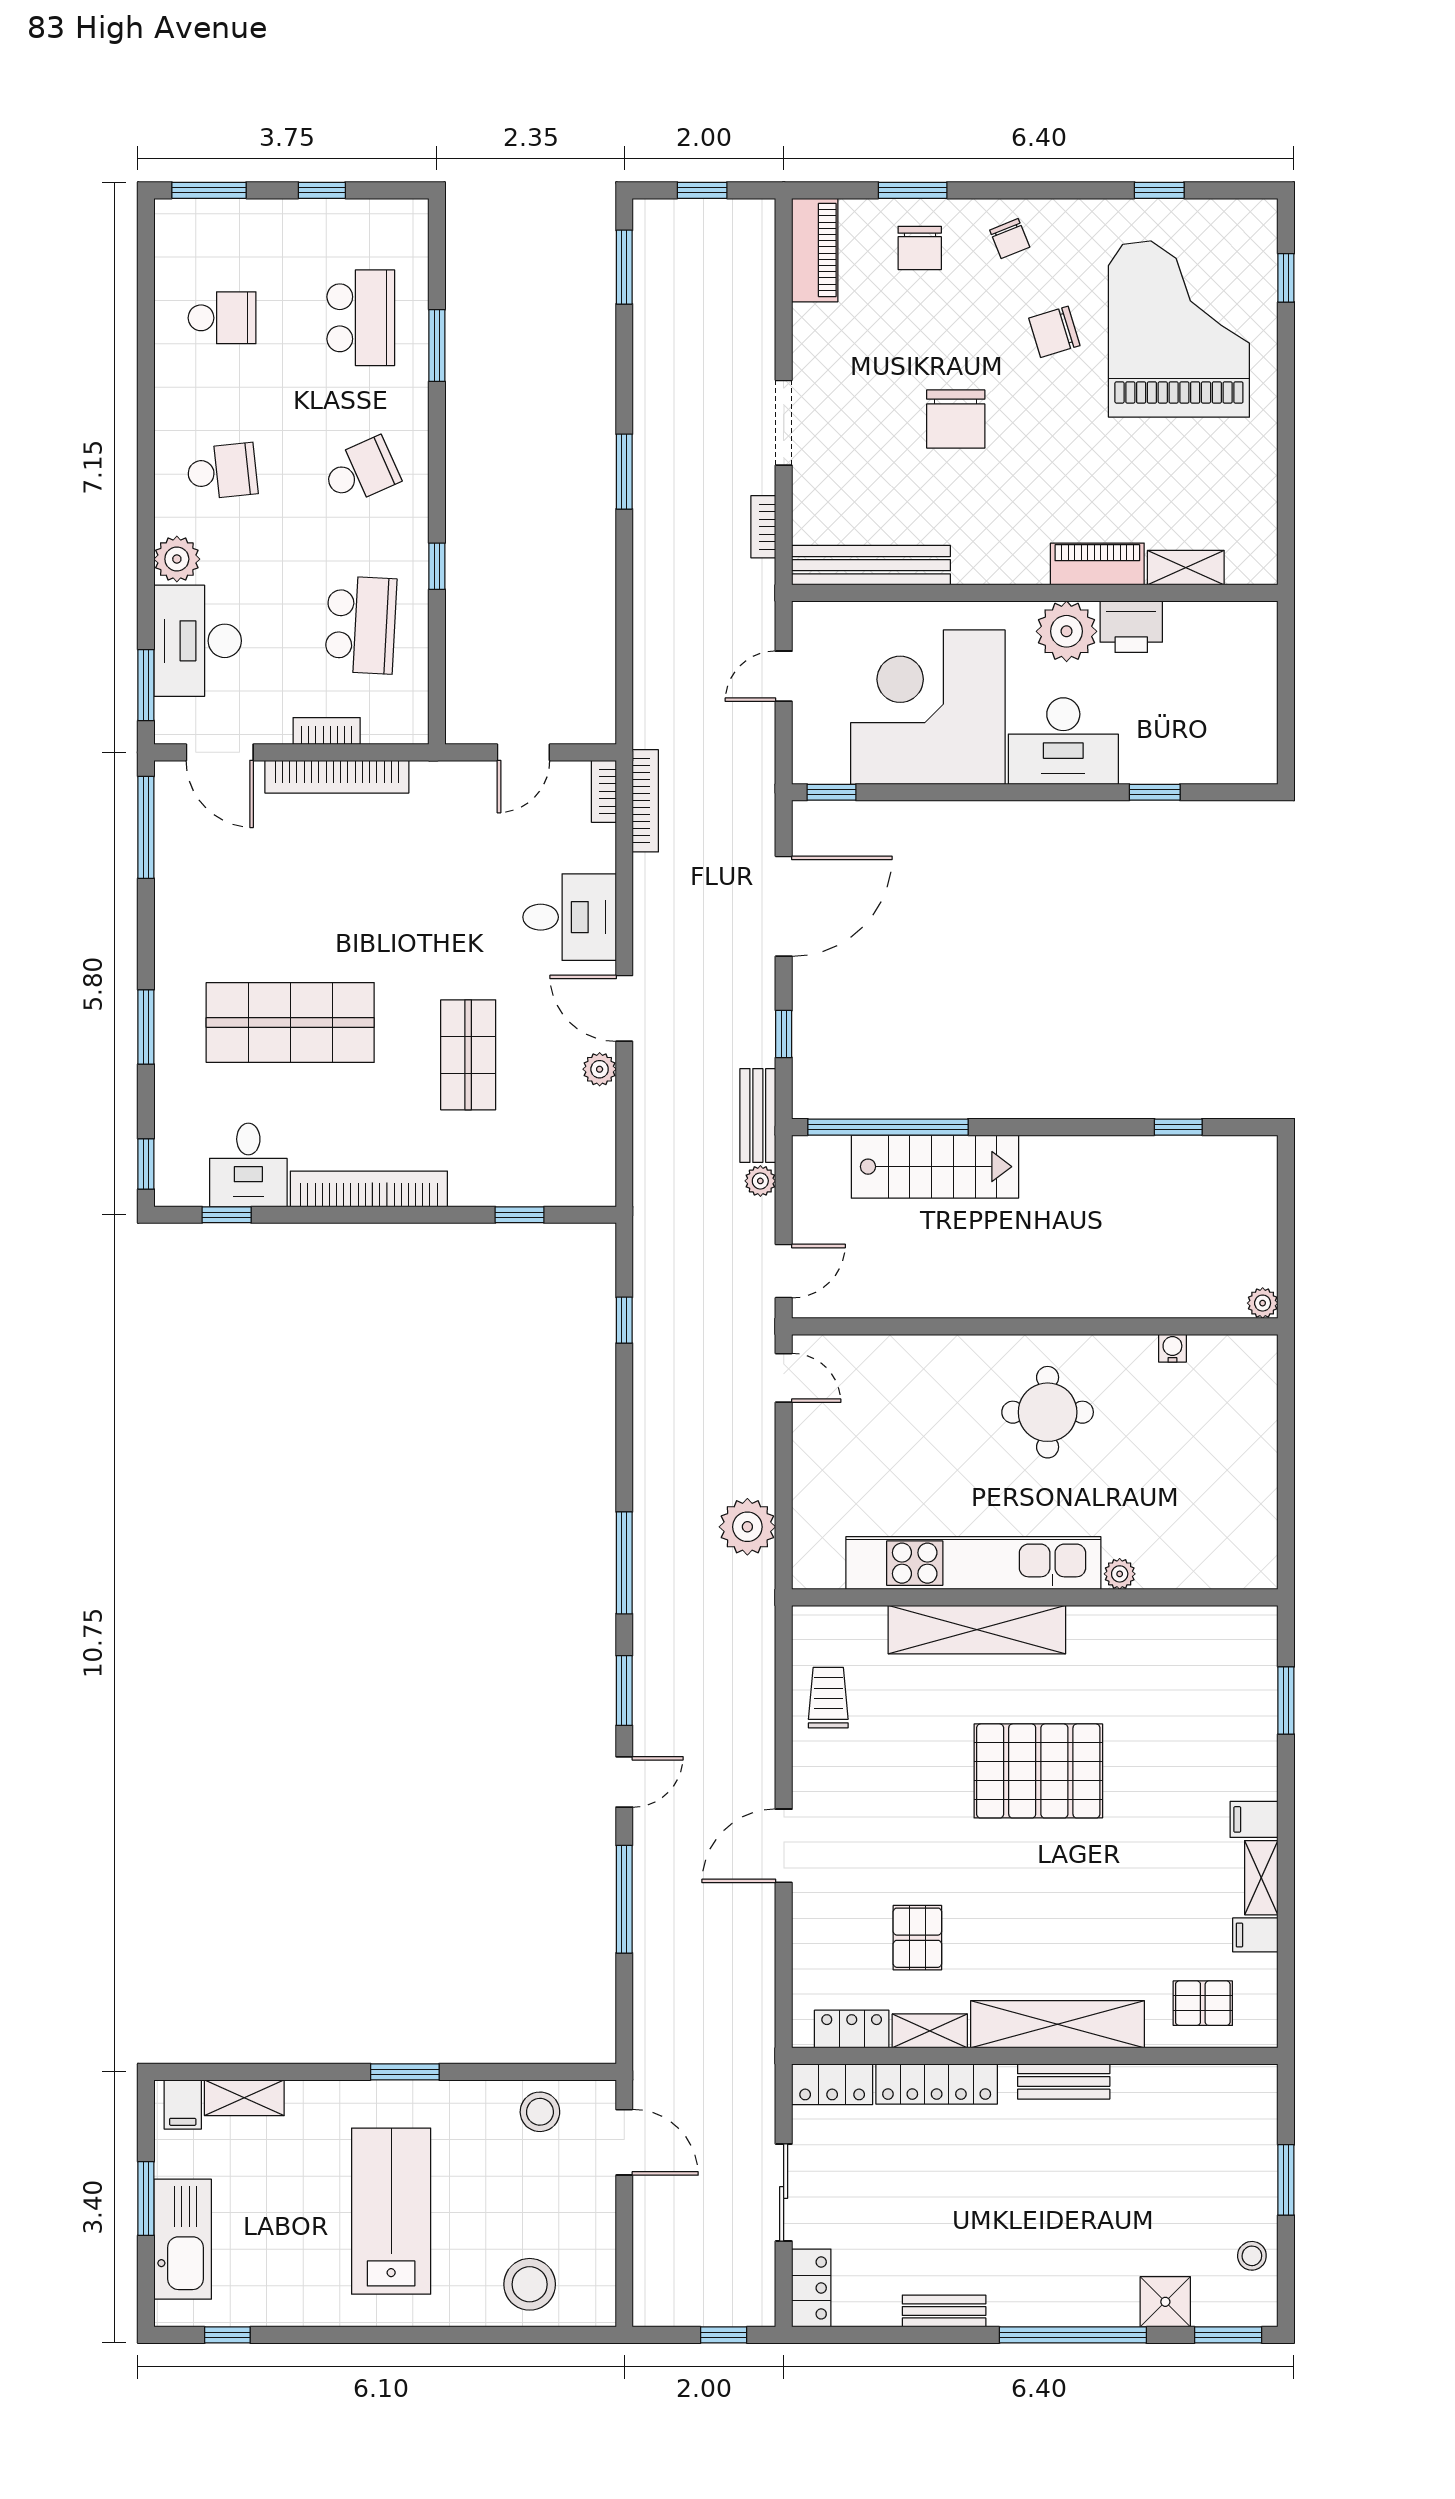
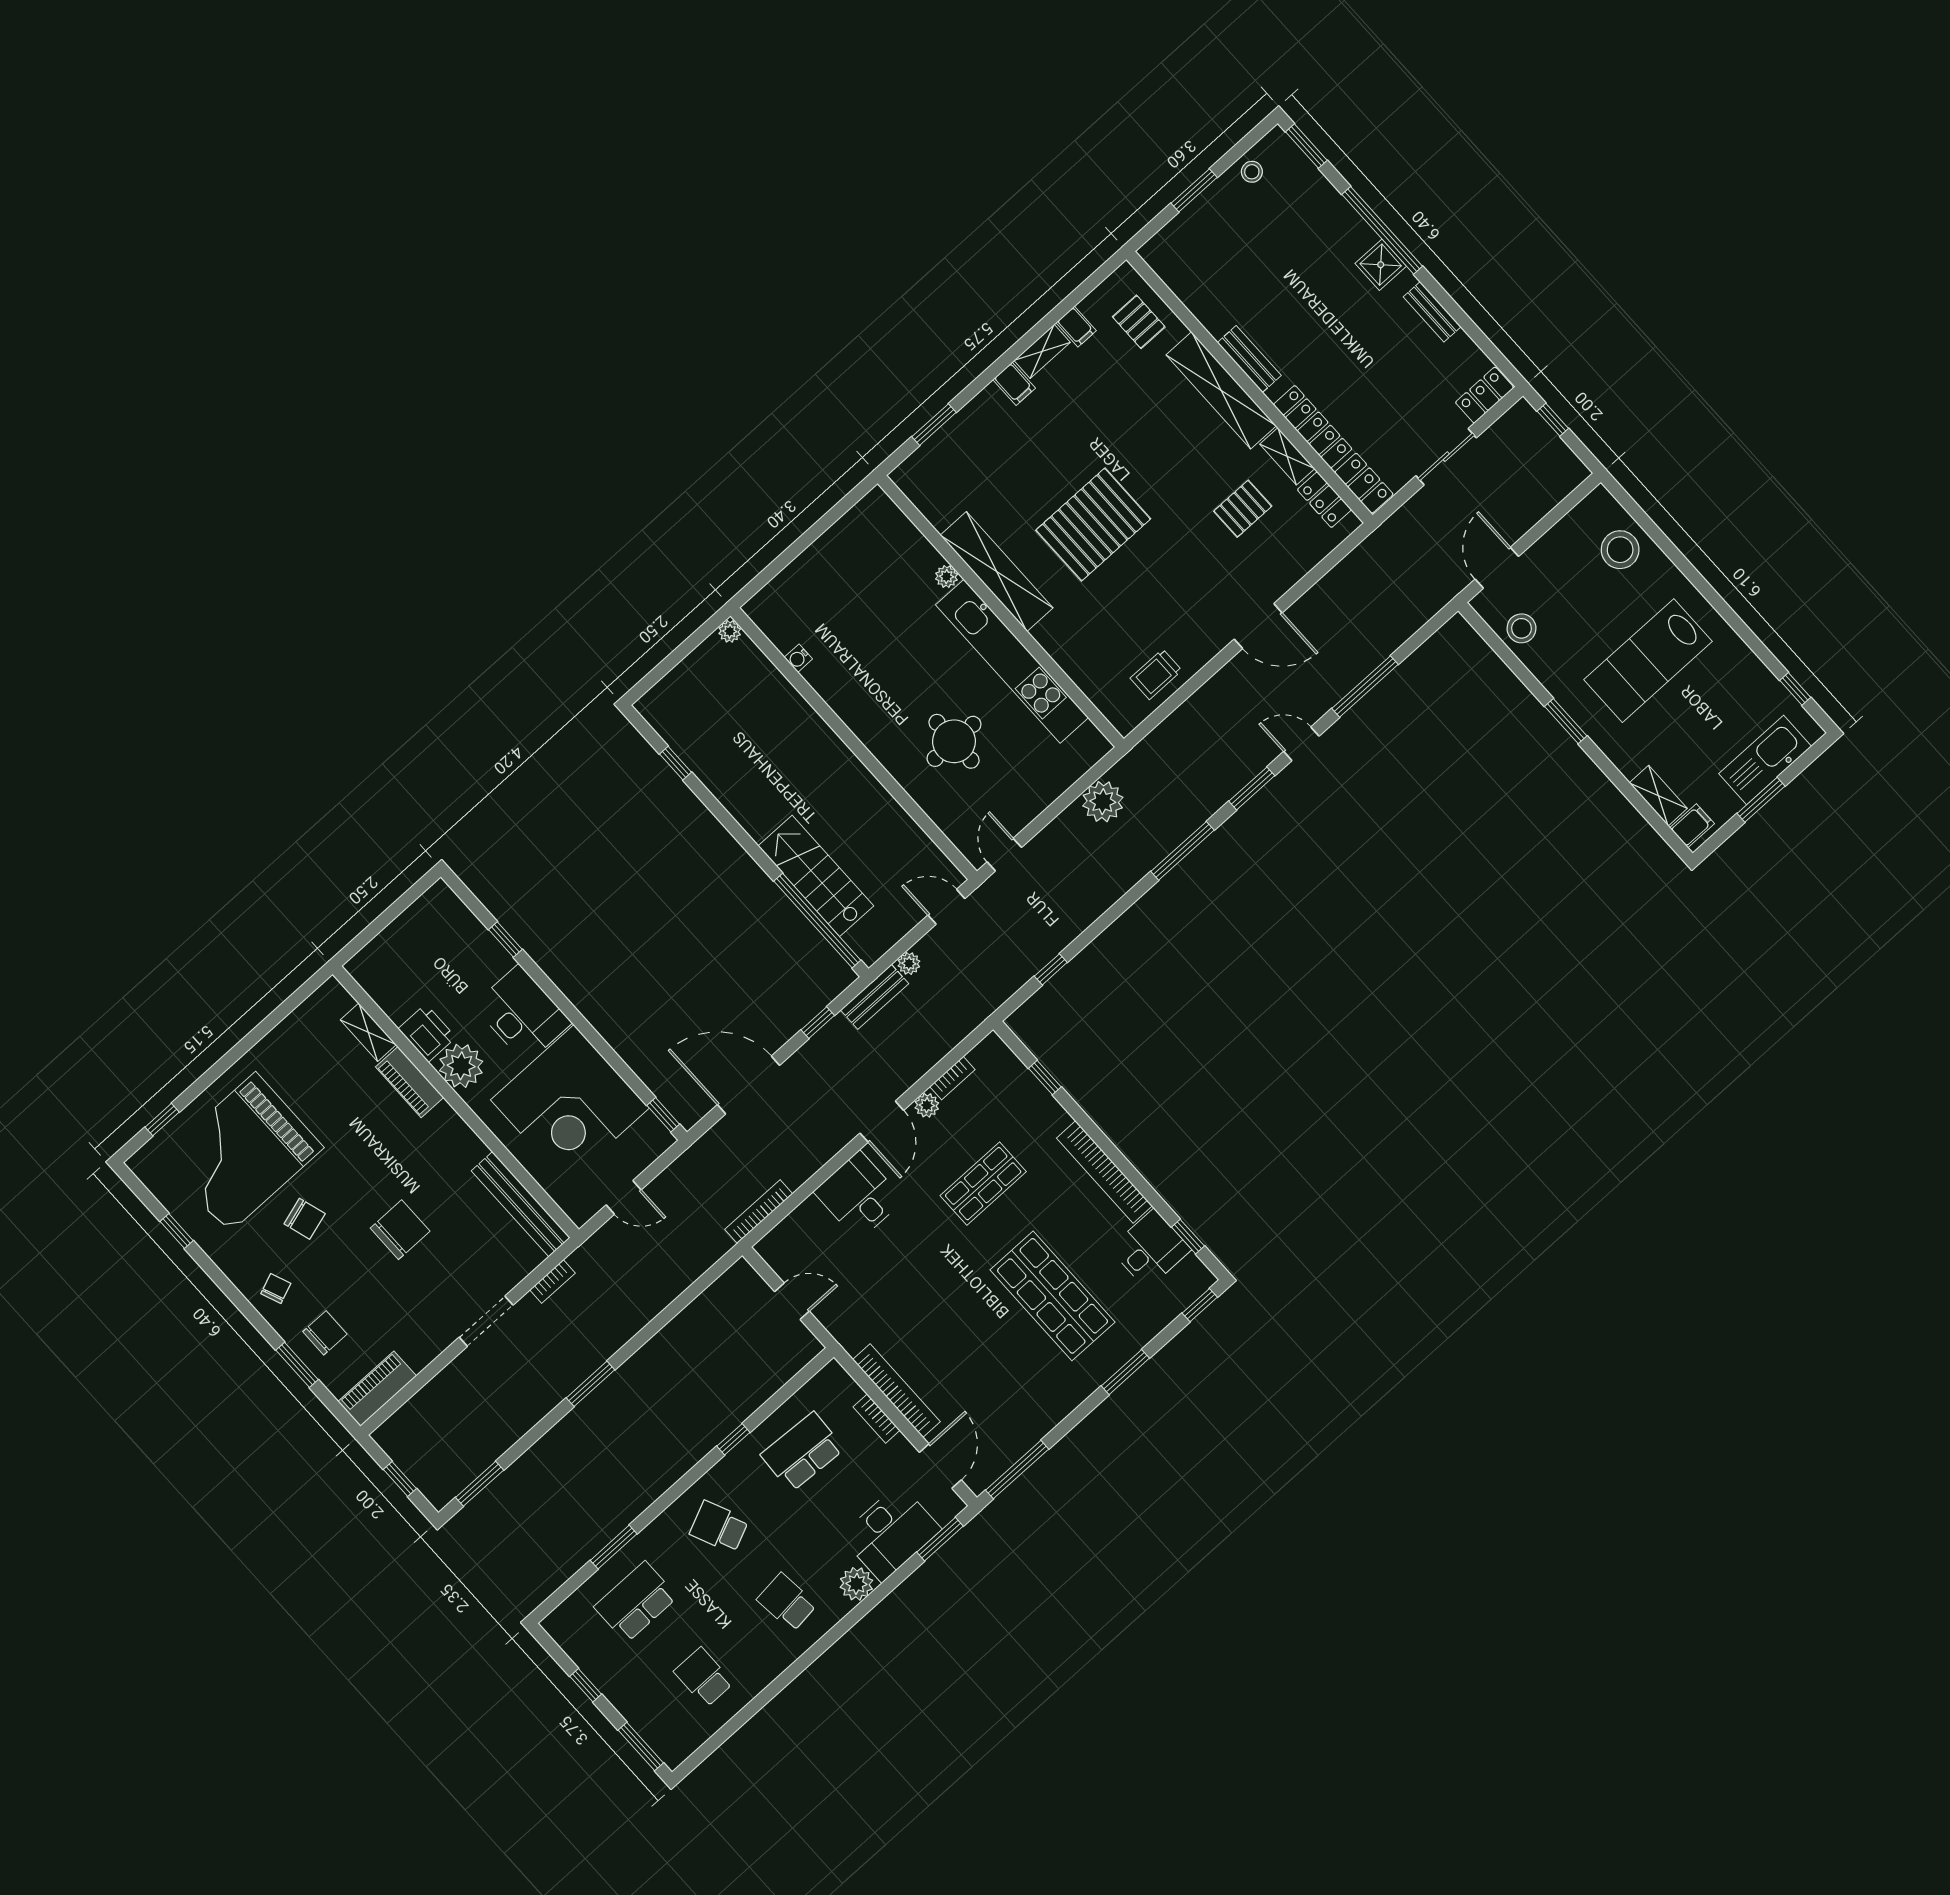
bookcase: (604, 791) -> (952, 1078), moved
round table: (1048, 1412) -> (954, 741), moved
shelving: (977, 1630) -> (997, 571), moved
pallet: (1038, 1771) -> (1093, 525), turned 90
shower: (1165, 2302) -> (1381, 265), moved

